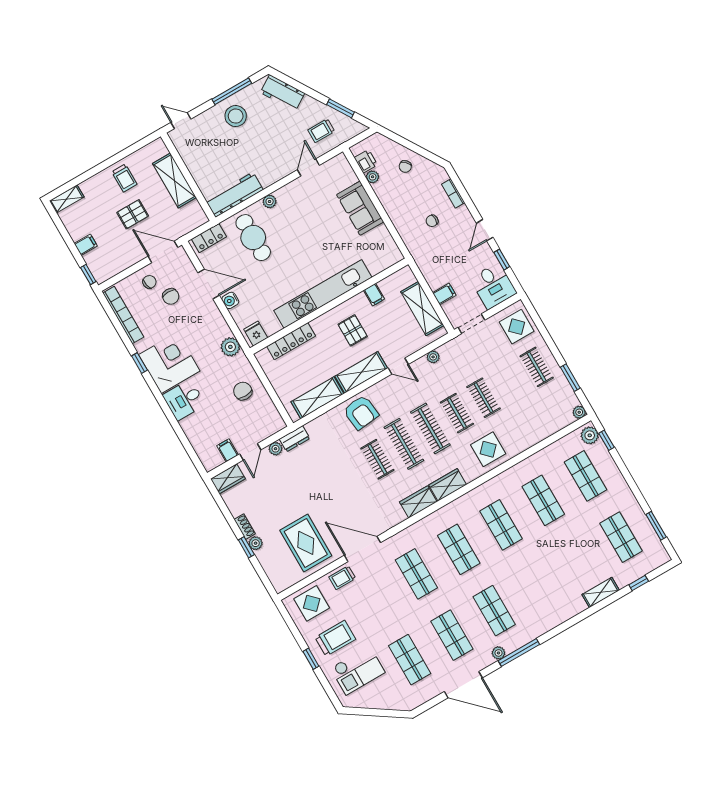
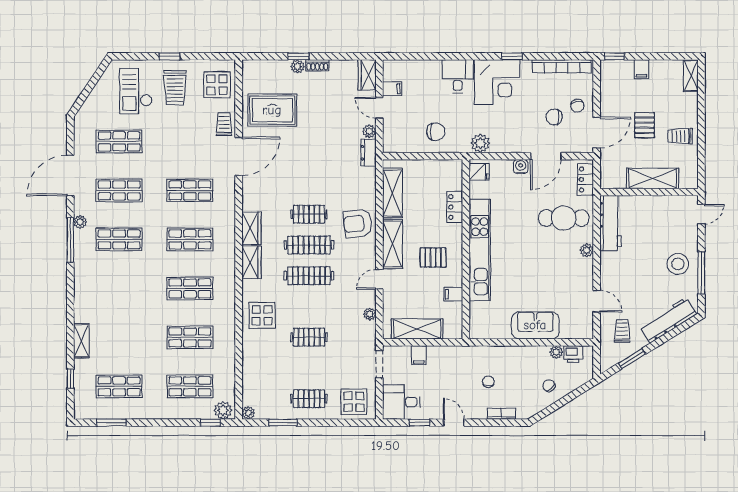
workbench: (282, 93) -> (668, 320), width x1.38
locker: (291, 341) -> (455, 207), width x0.66
clothes rail: (457, 413) -> (309, 306), removed

